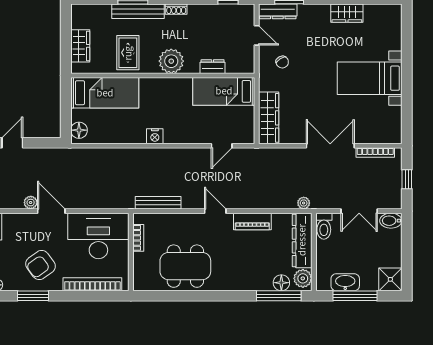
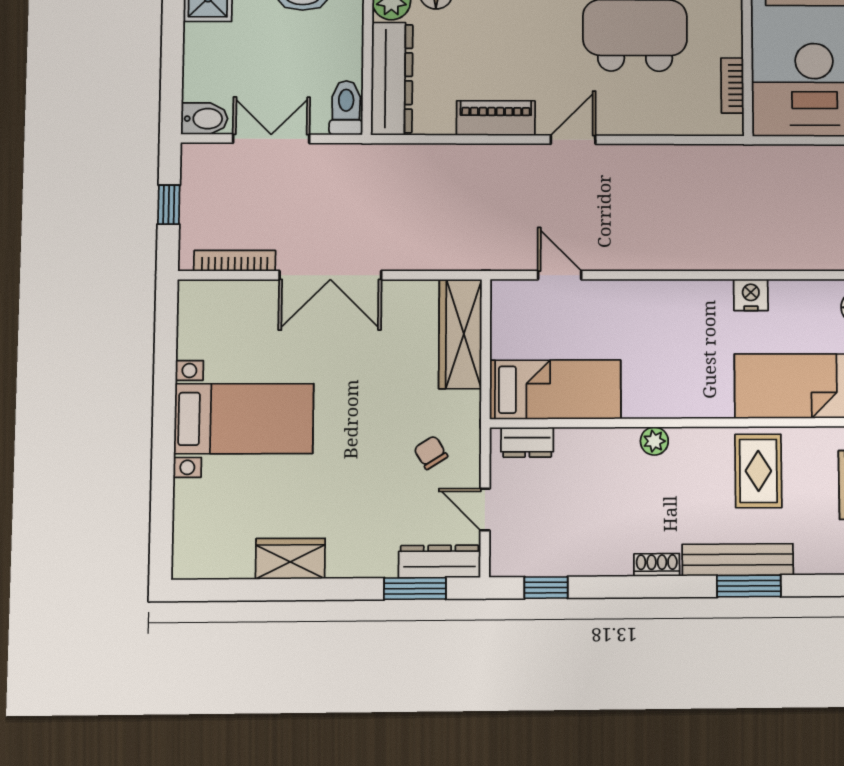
plant: (171, 61) -> (654, 441), width x0.53, depth x0.53
dresser: (213, 67) -> (527, 442), moved
nightstand: (155, 136) -> (751, 295), moved
door: (222, 146) -> (560, 275), hinge flipped
bench: (158, 203) -> (692, 157), removed
plant: (304, 203) -> (388, 156), removed
door: (215, 211) -> (573, 140), swing flipped

